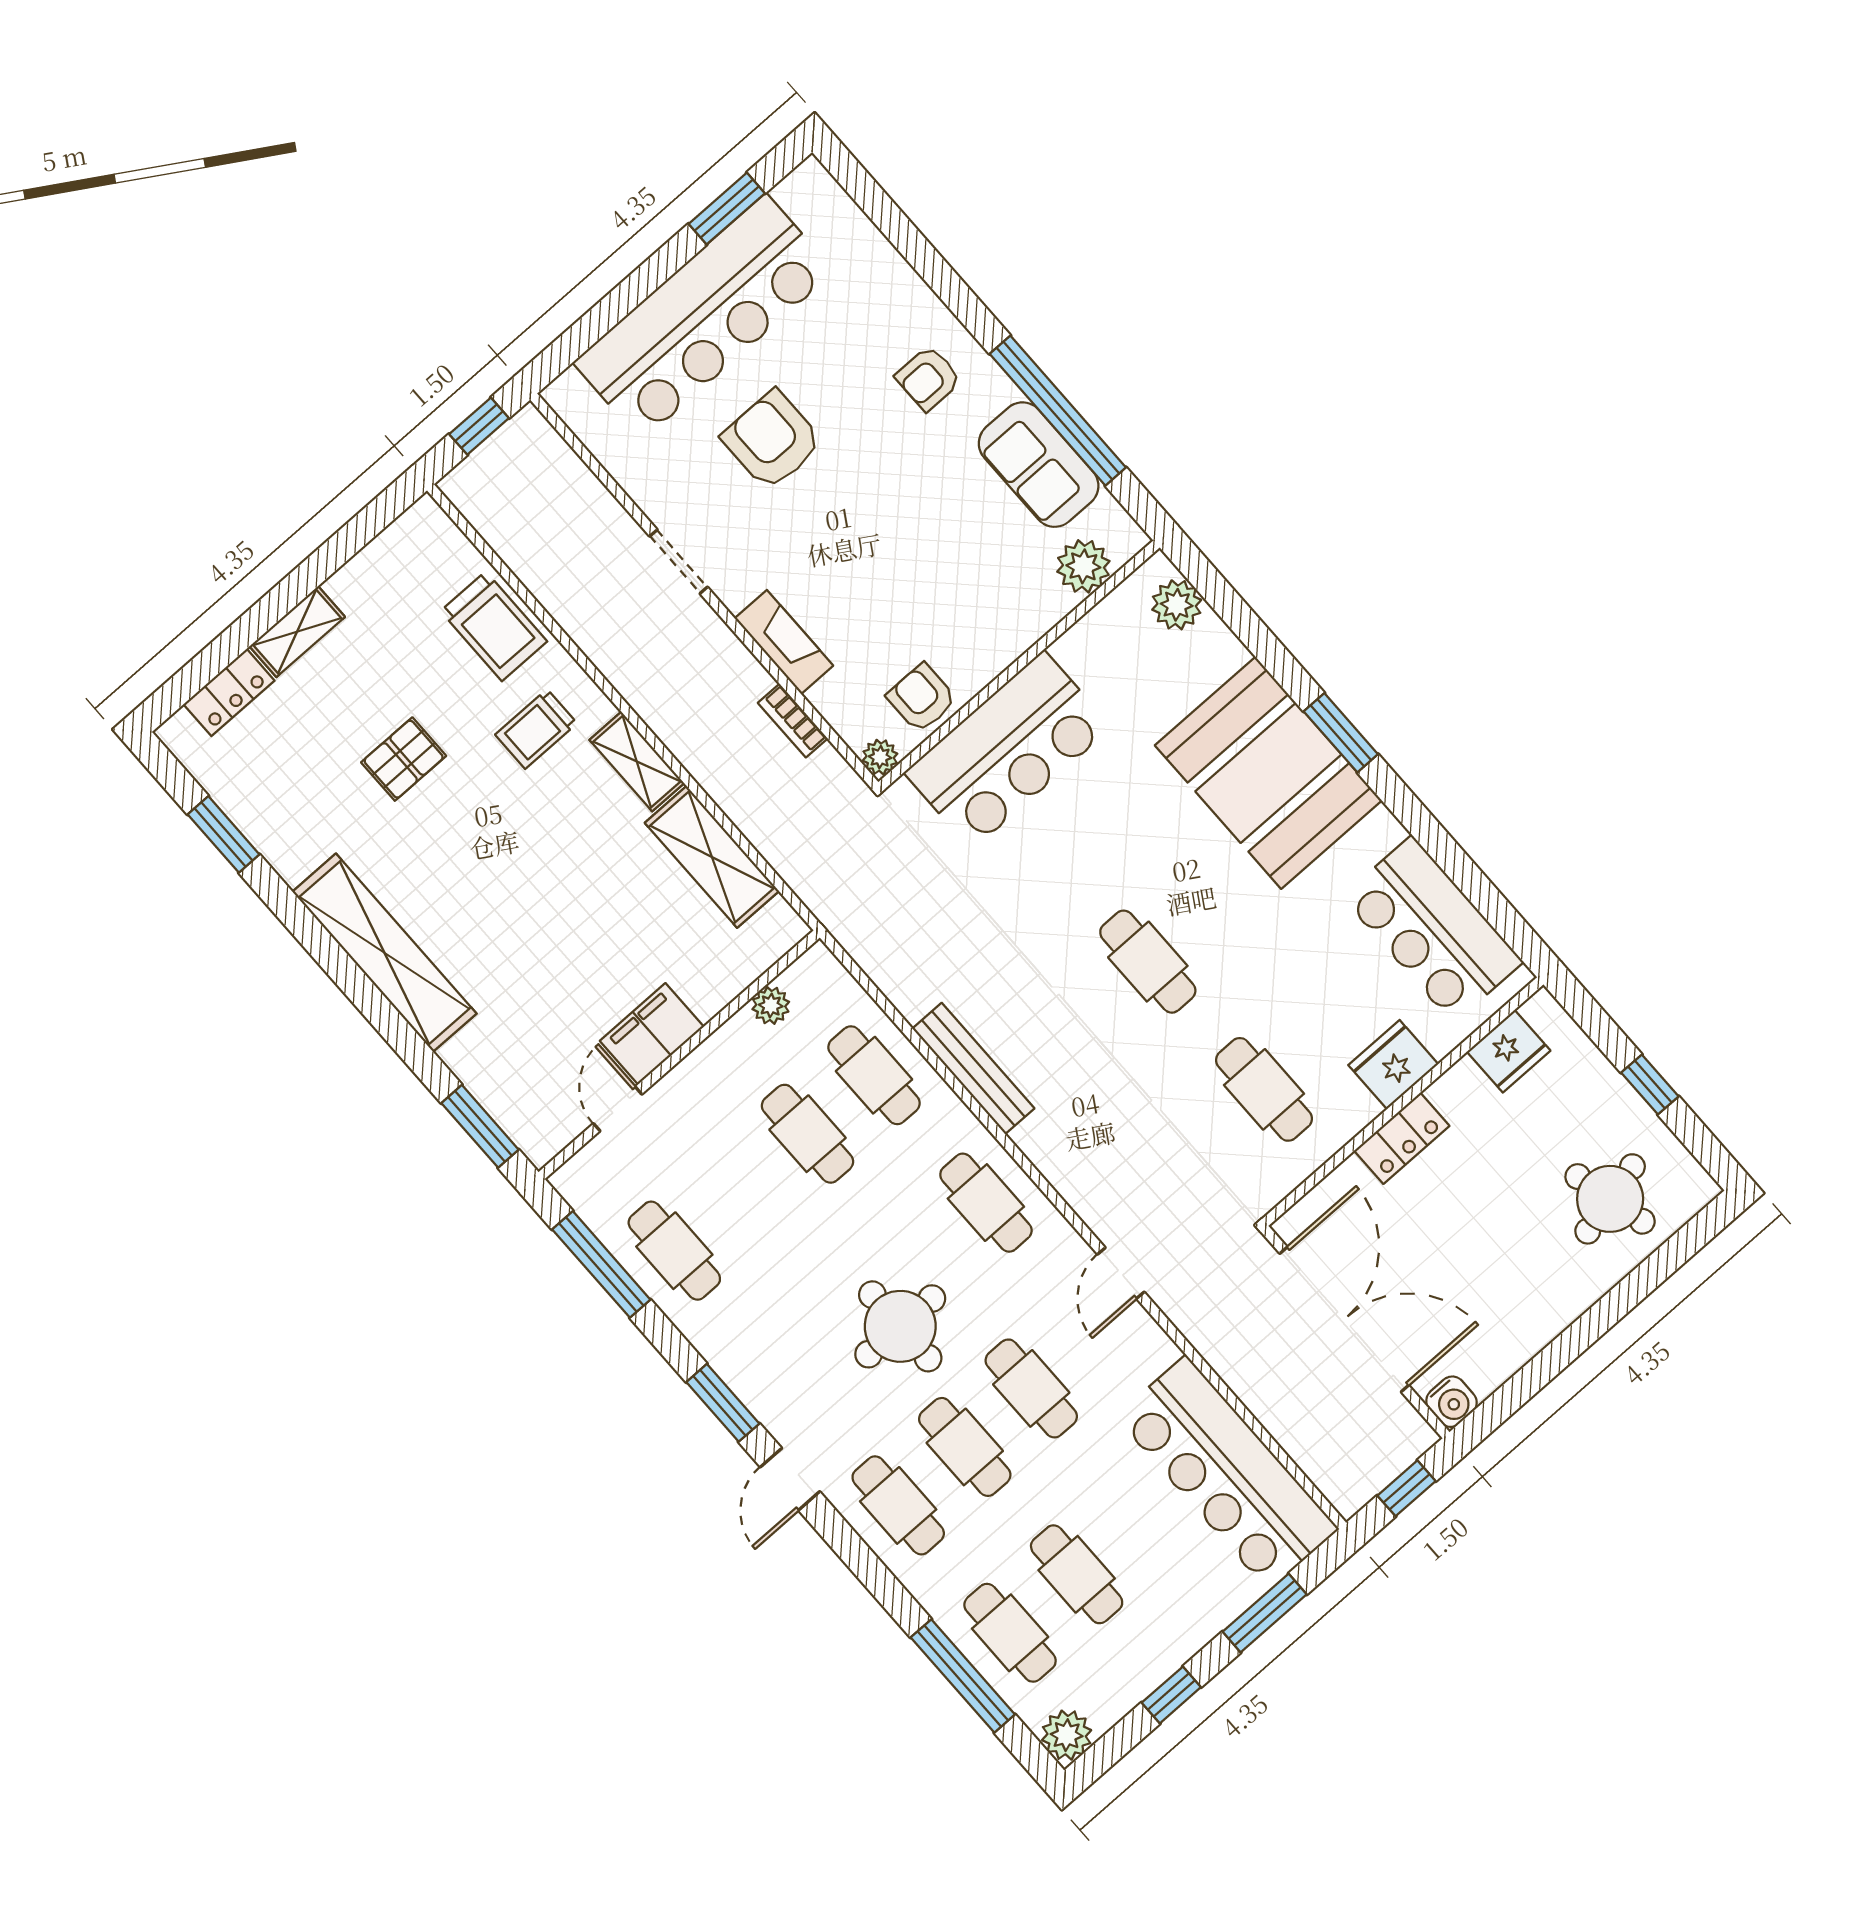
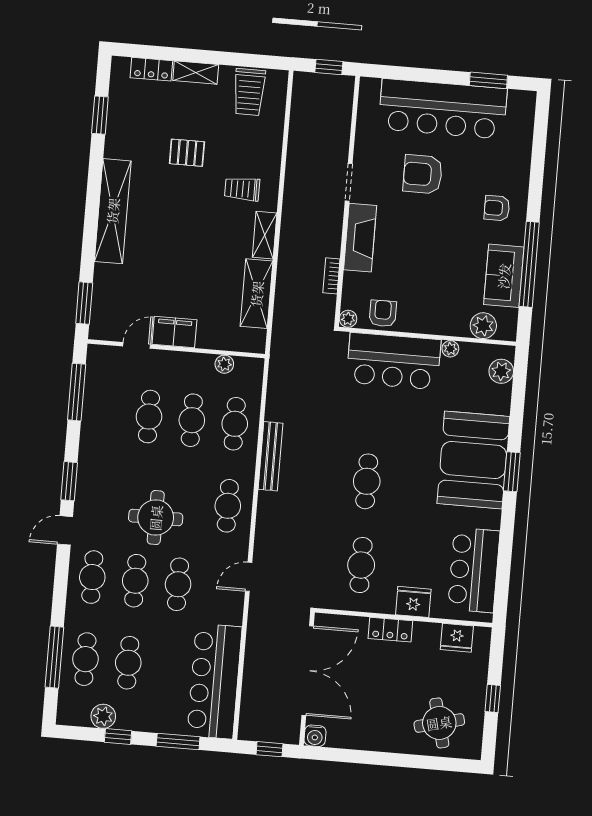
armchair: (772, 440) -> (423, 174), turned -90
trolley: (494, 626) -> (249, 92), moved
fireplace: (784, 642) -> (360, 238), width x1.37, depth x1.32
plant: (1071, 648) -> (450, 349), added
cafe table: (674, 1251) -> (149, 417), moved
plant: (1067, 1735) -> (103, 716), moved

